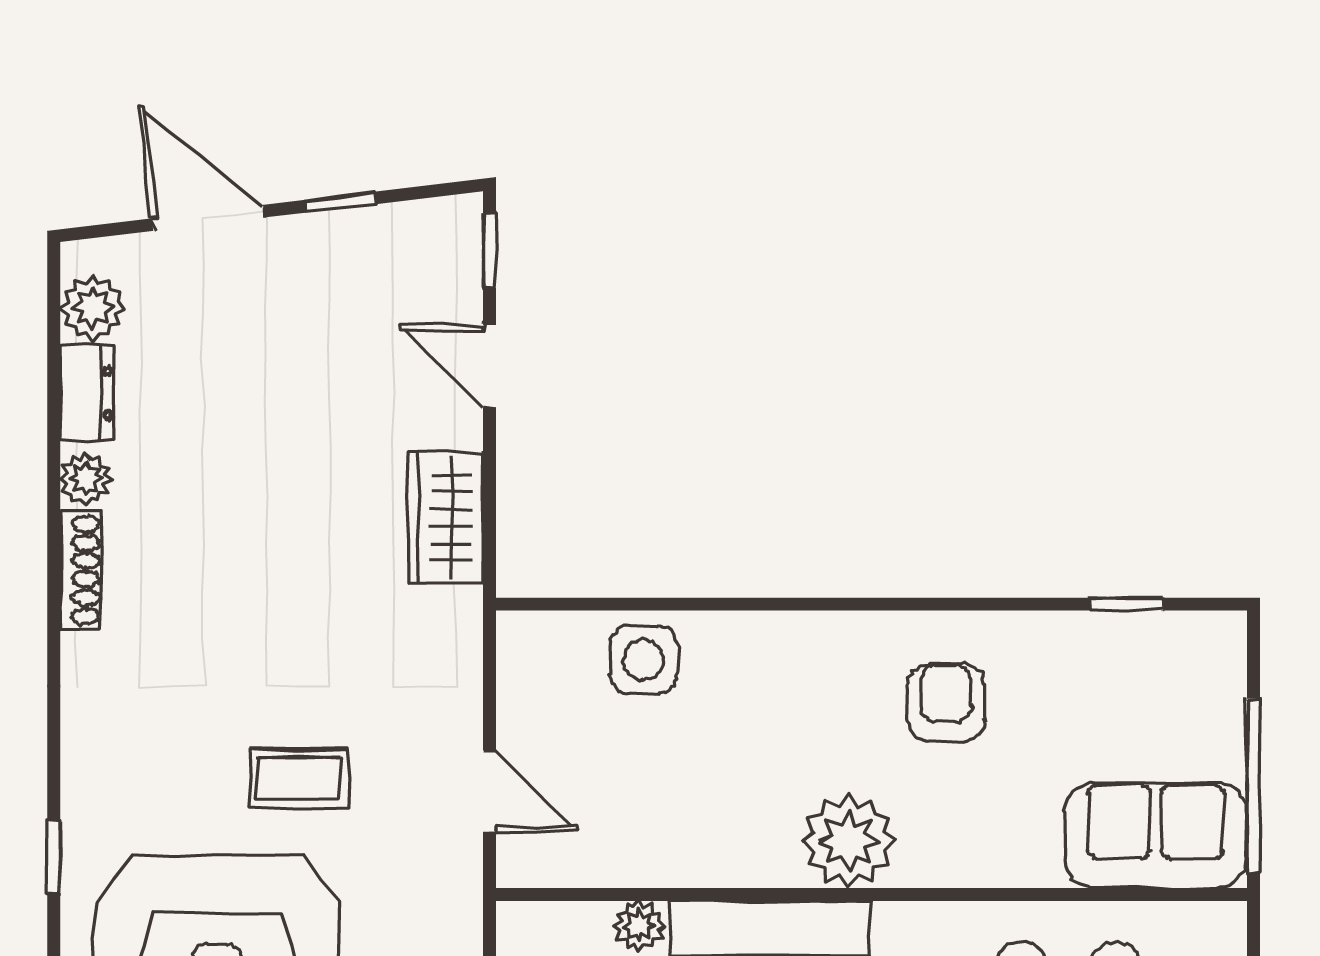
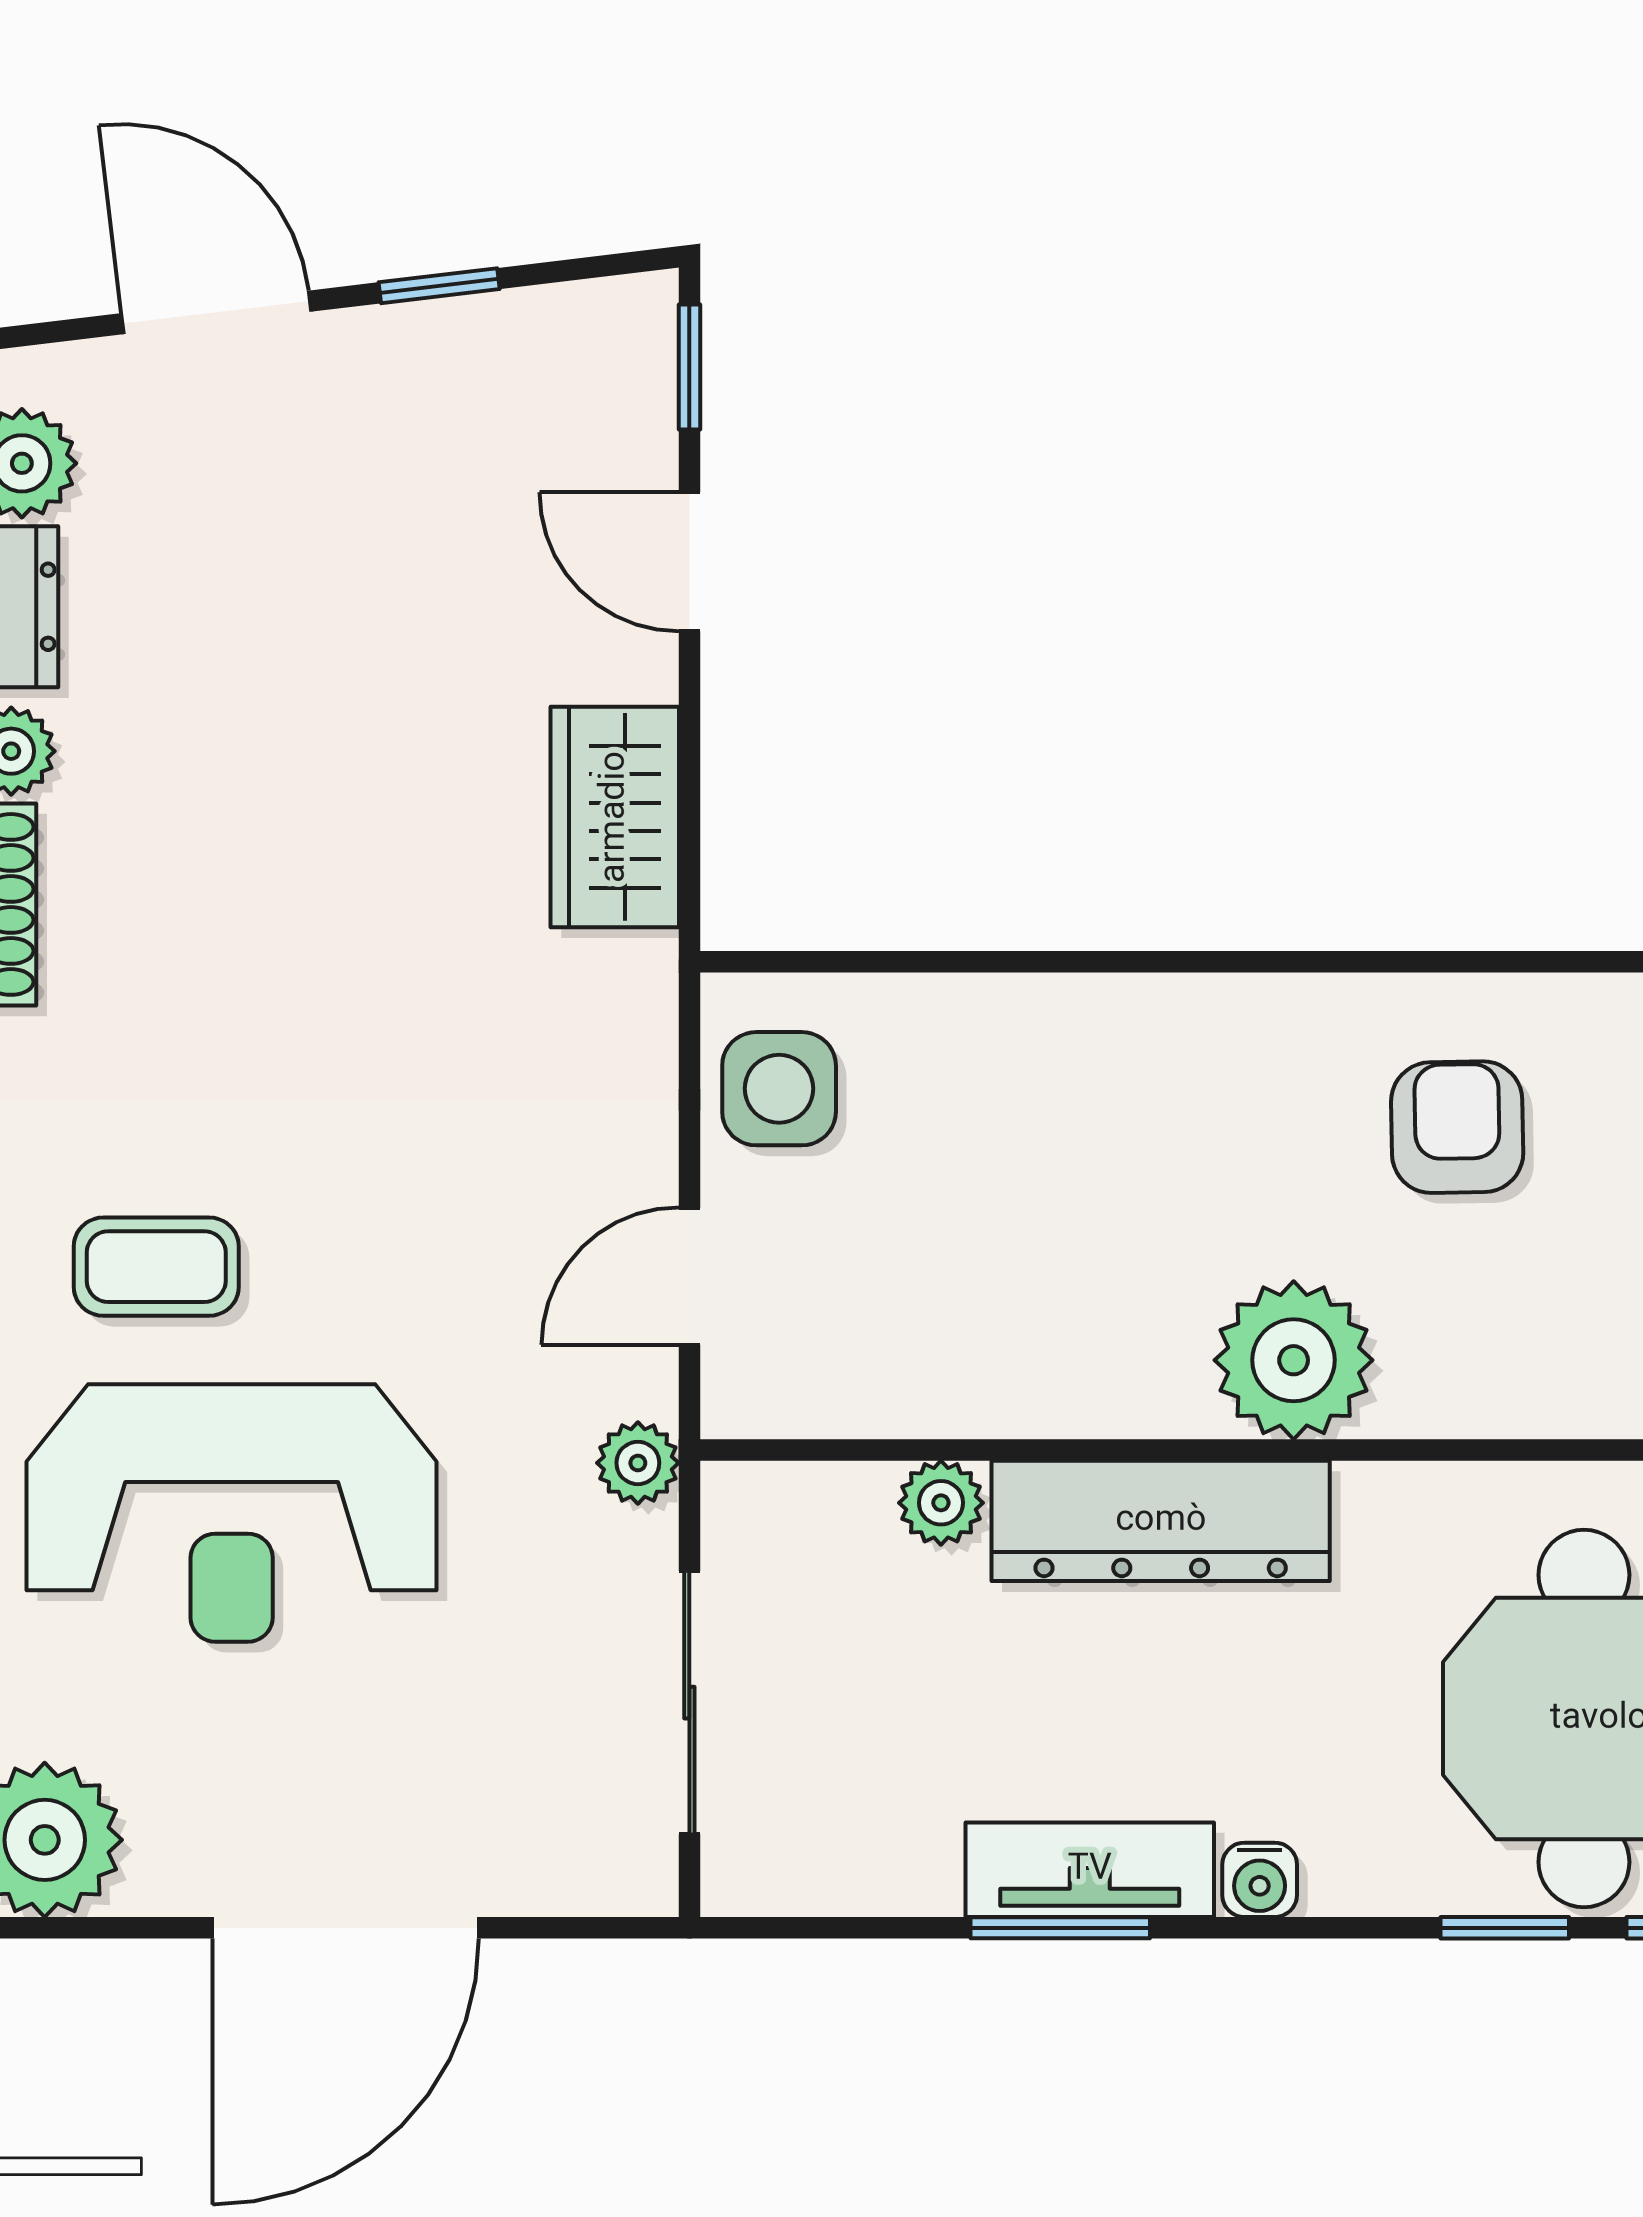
side table: (644, 659) -> (779, 1089), moved
coffee table: (299, 778) -> (156, 1267), moved
door: (489, 791) -> (689, 1276), swing flipped
plant: (459, 902) -> (638, 1463), added

